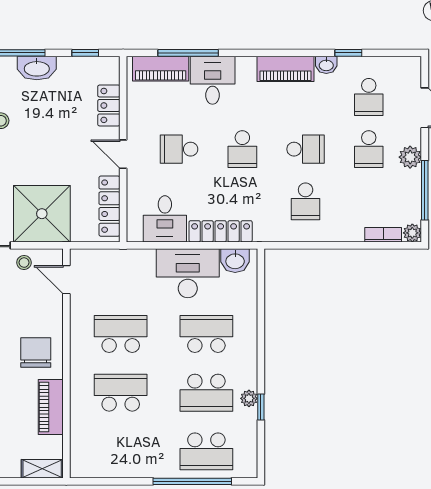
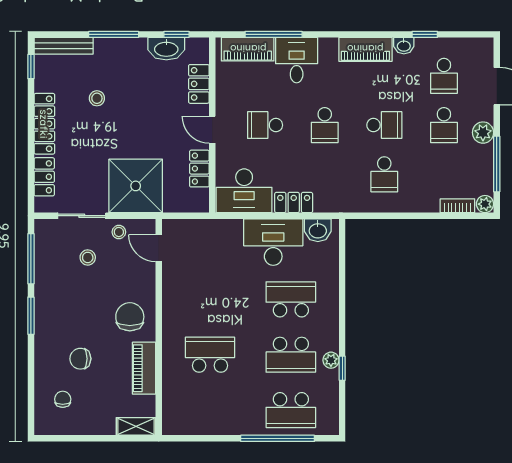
washbasin: (37, 68) -> (166, 49), moved
locker: (109, 206) -> (199, 169), width x0.66
desk: (165, 219) -> (244, 191), width x1.37
locker: (221, 231) -> (294, 203), width x0.66
school desk: (121, 334) -> (210, 299), removed

